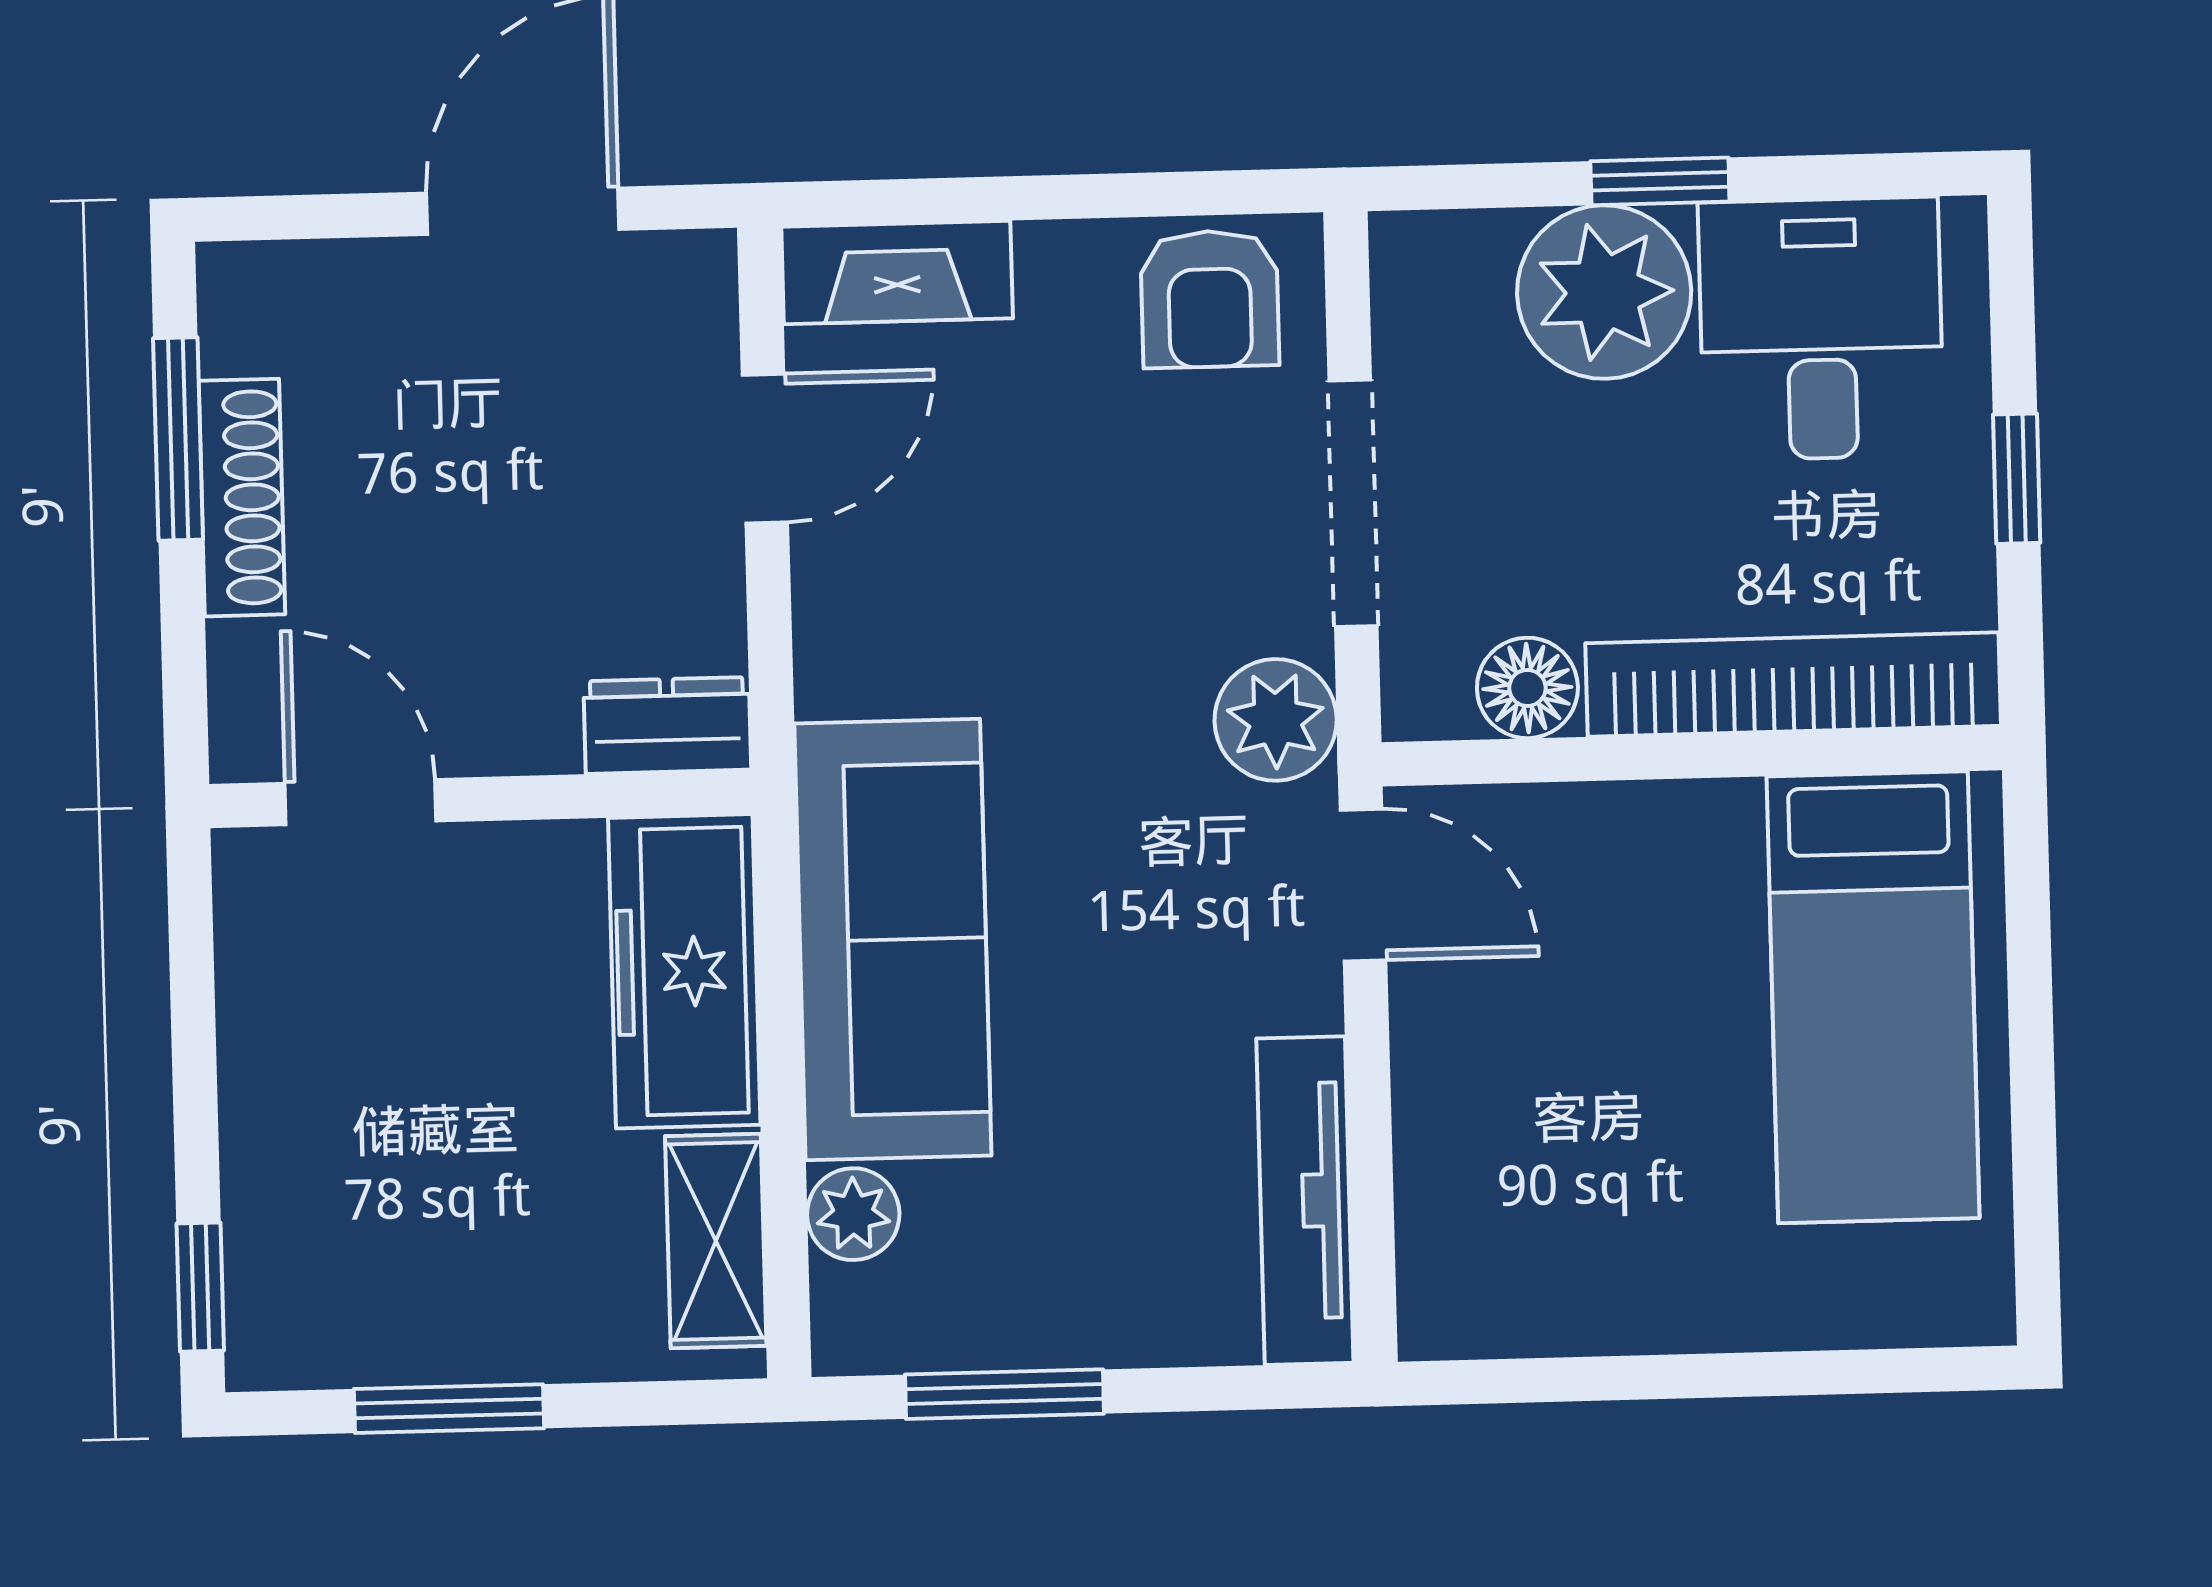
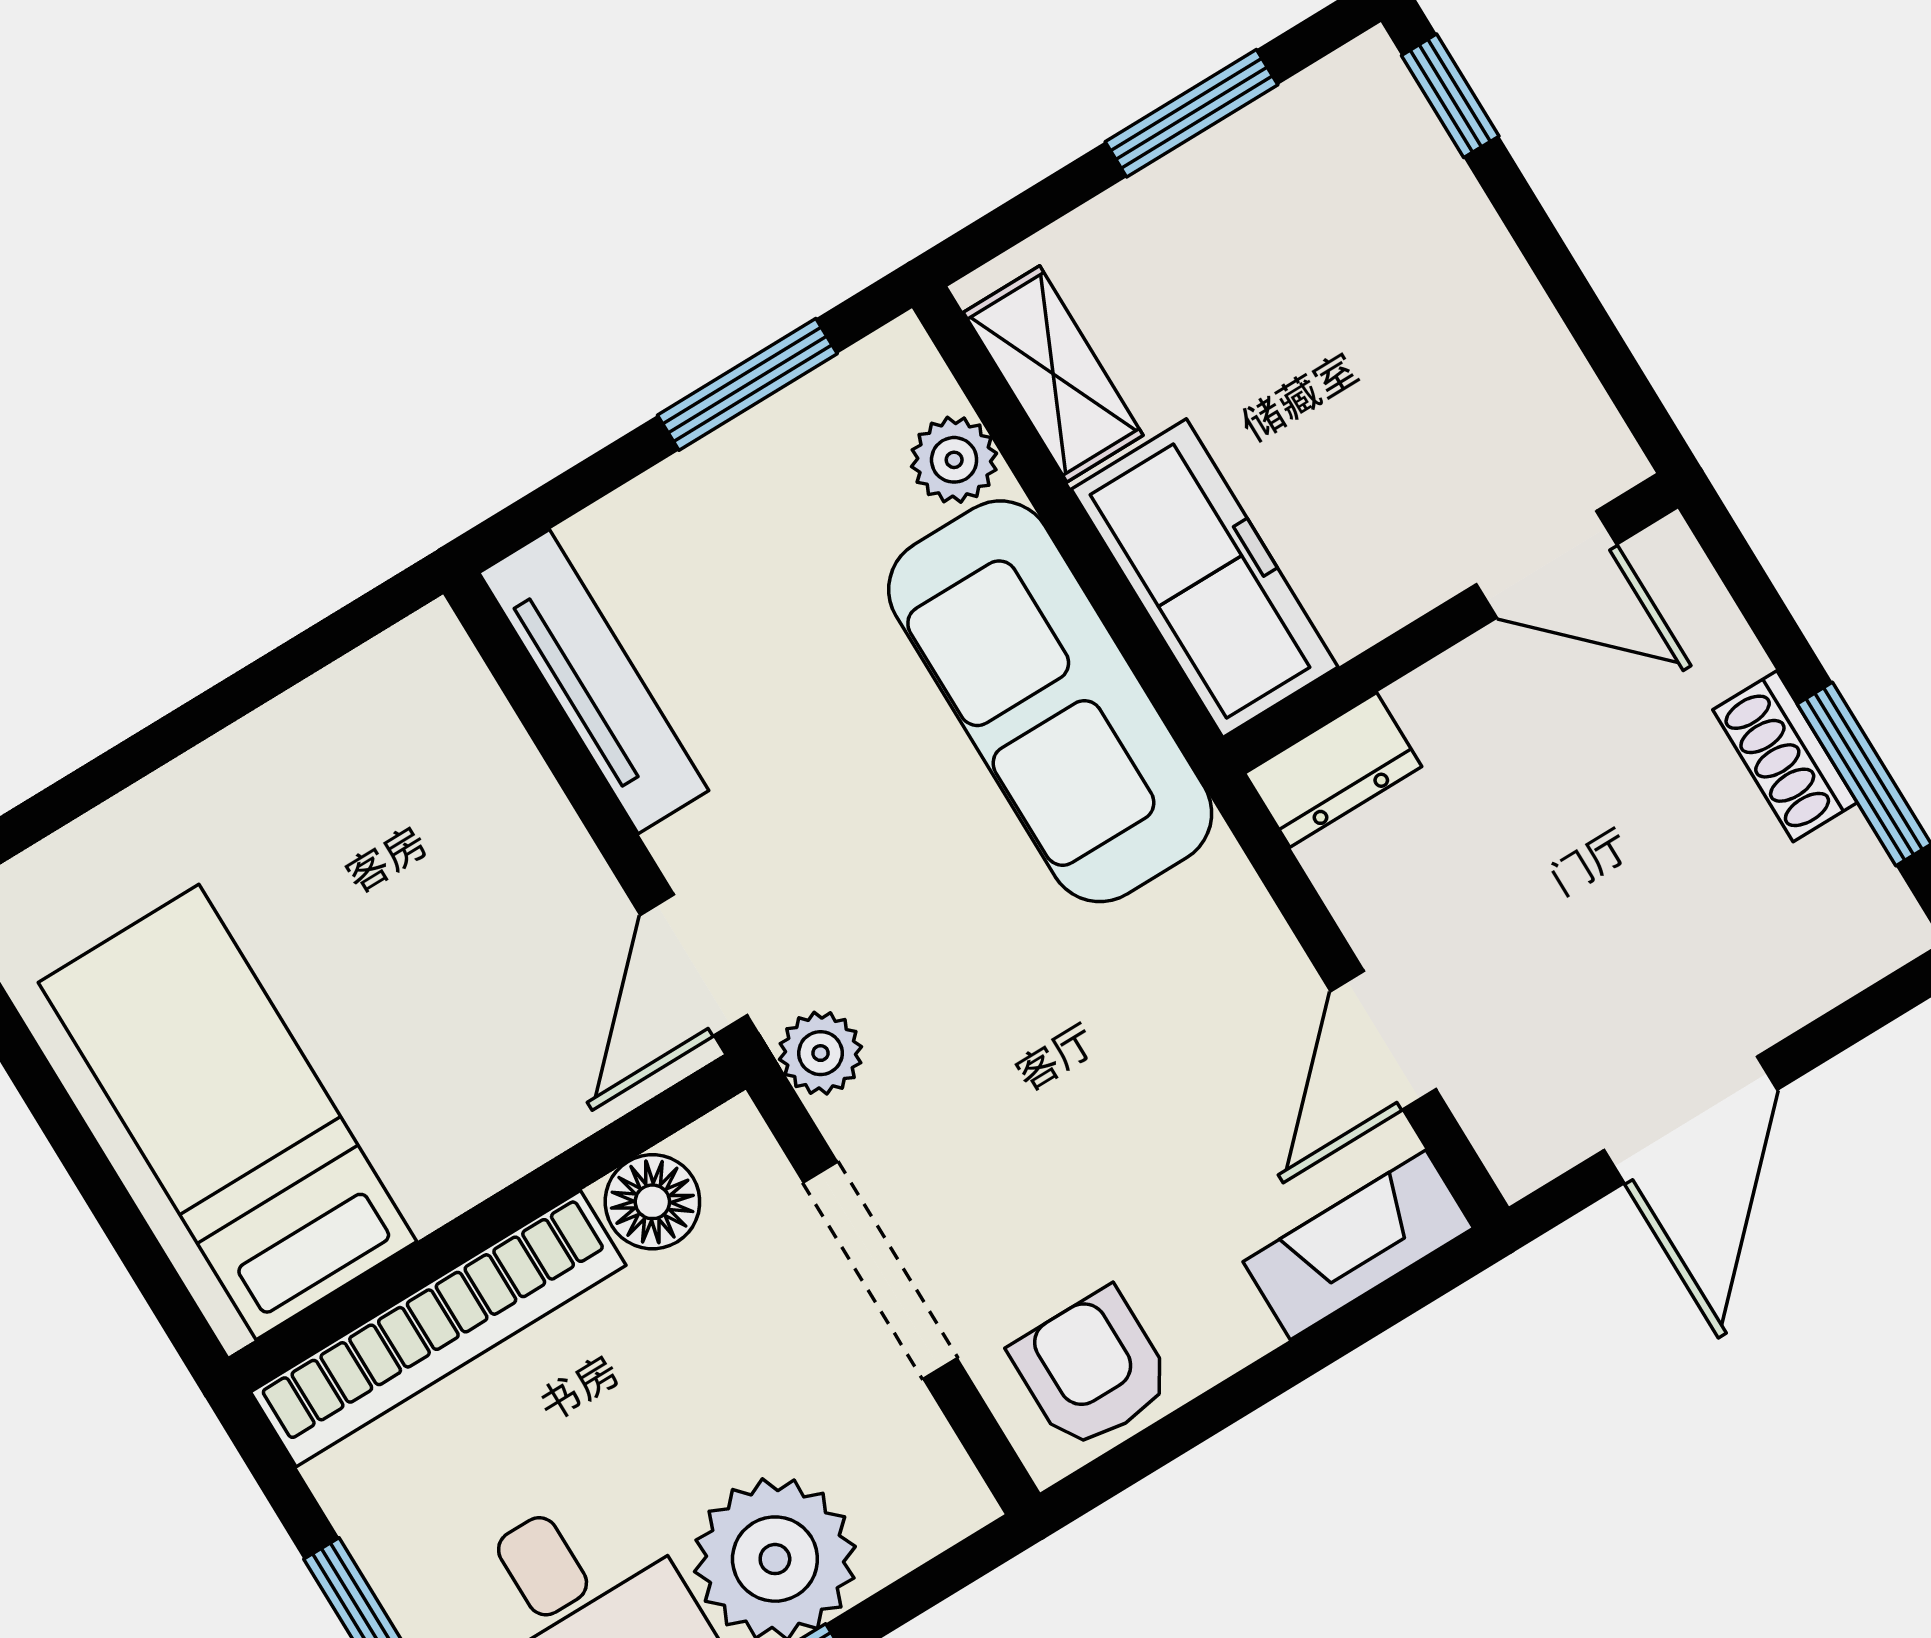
shoe rack: (242, 498) -> (1785, 756), width x0.70
plant: (1276, 720) -> (821, 1053), width x0.73, depth x0.73
door: (1363, 885) -> (694, 965), hinge flipped

